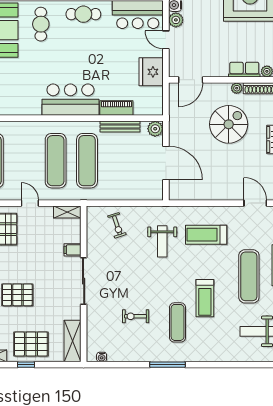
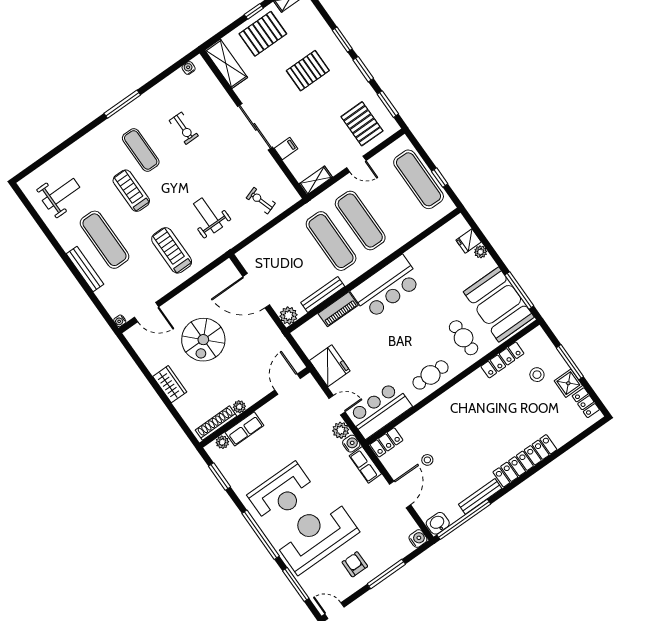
spiral stairs: (229, 124) -> (203, 340), moved
treadmill: (206, 235) -> (172, 250), turned -90
exercise bike: (136, 316) -> (184, 128), turned 90

